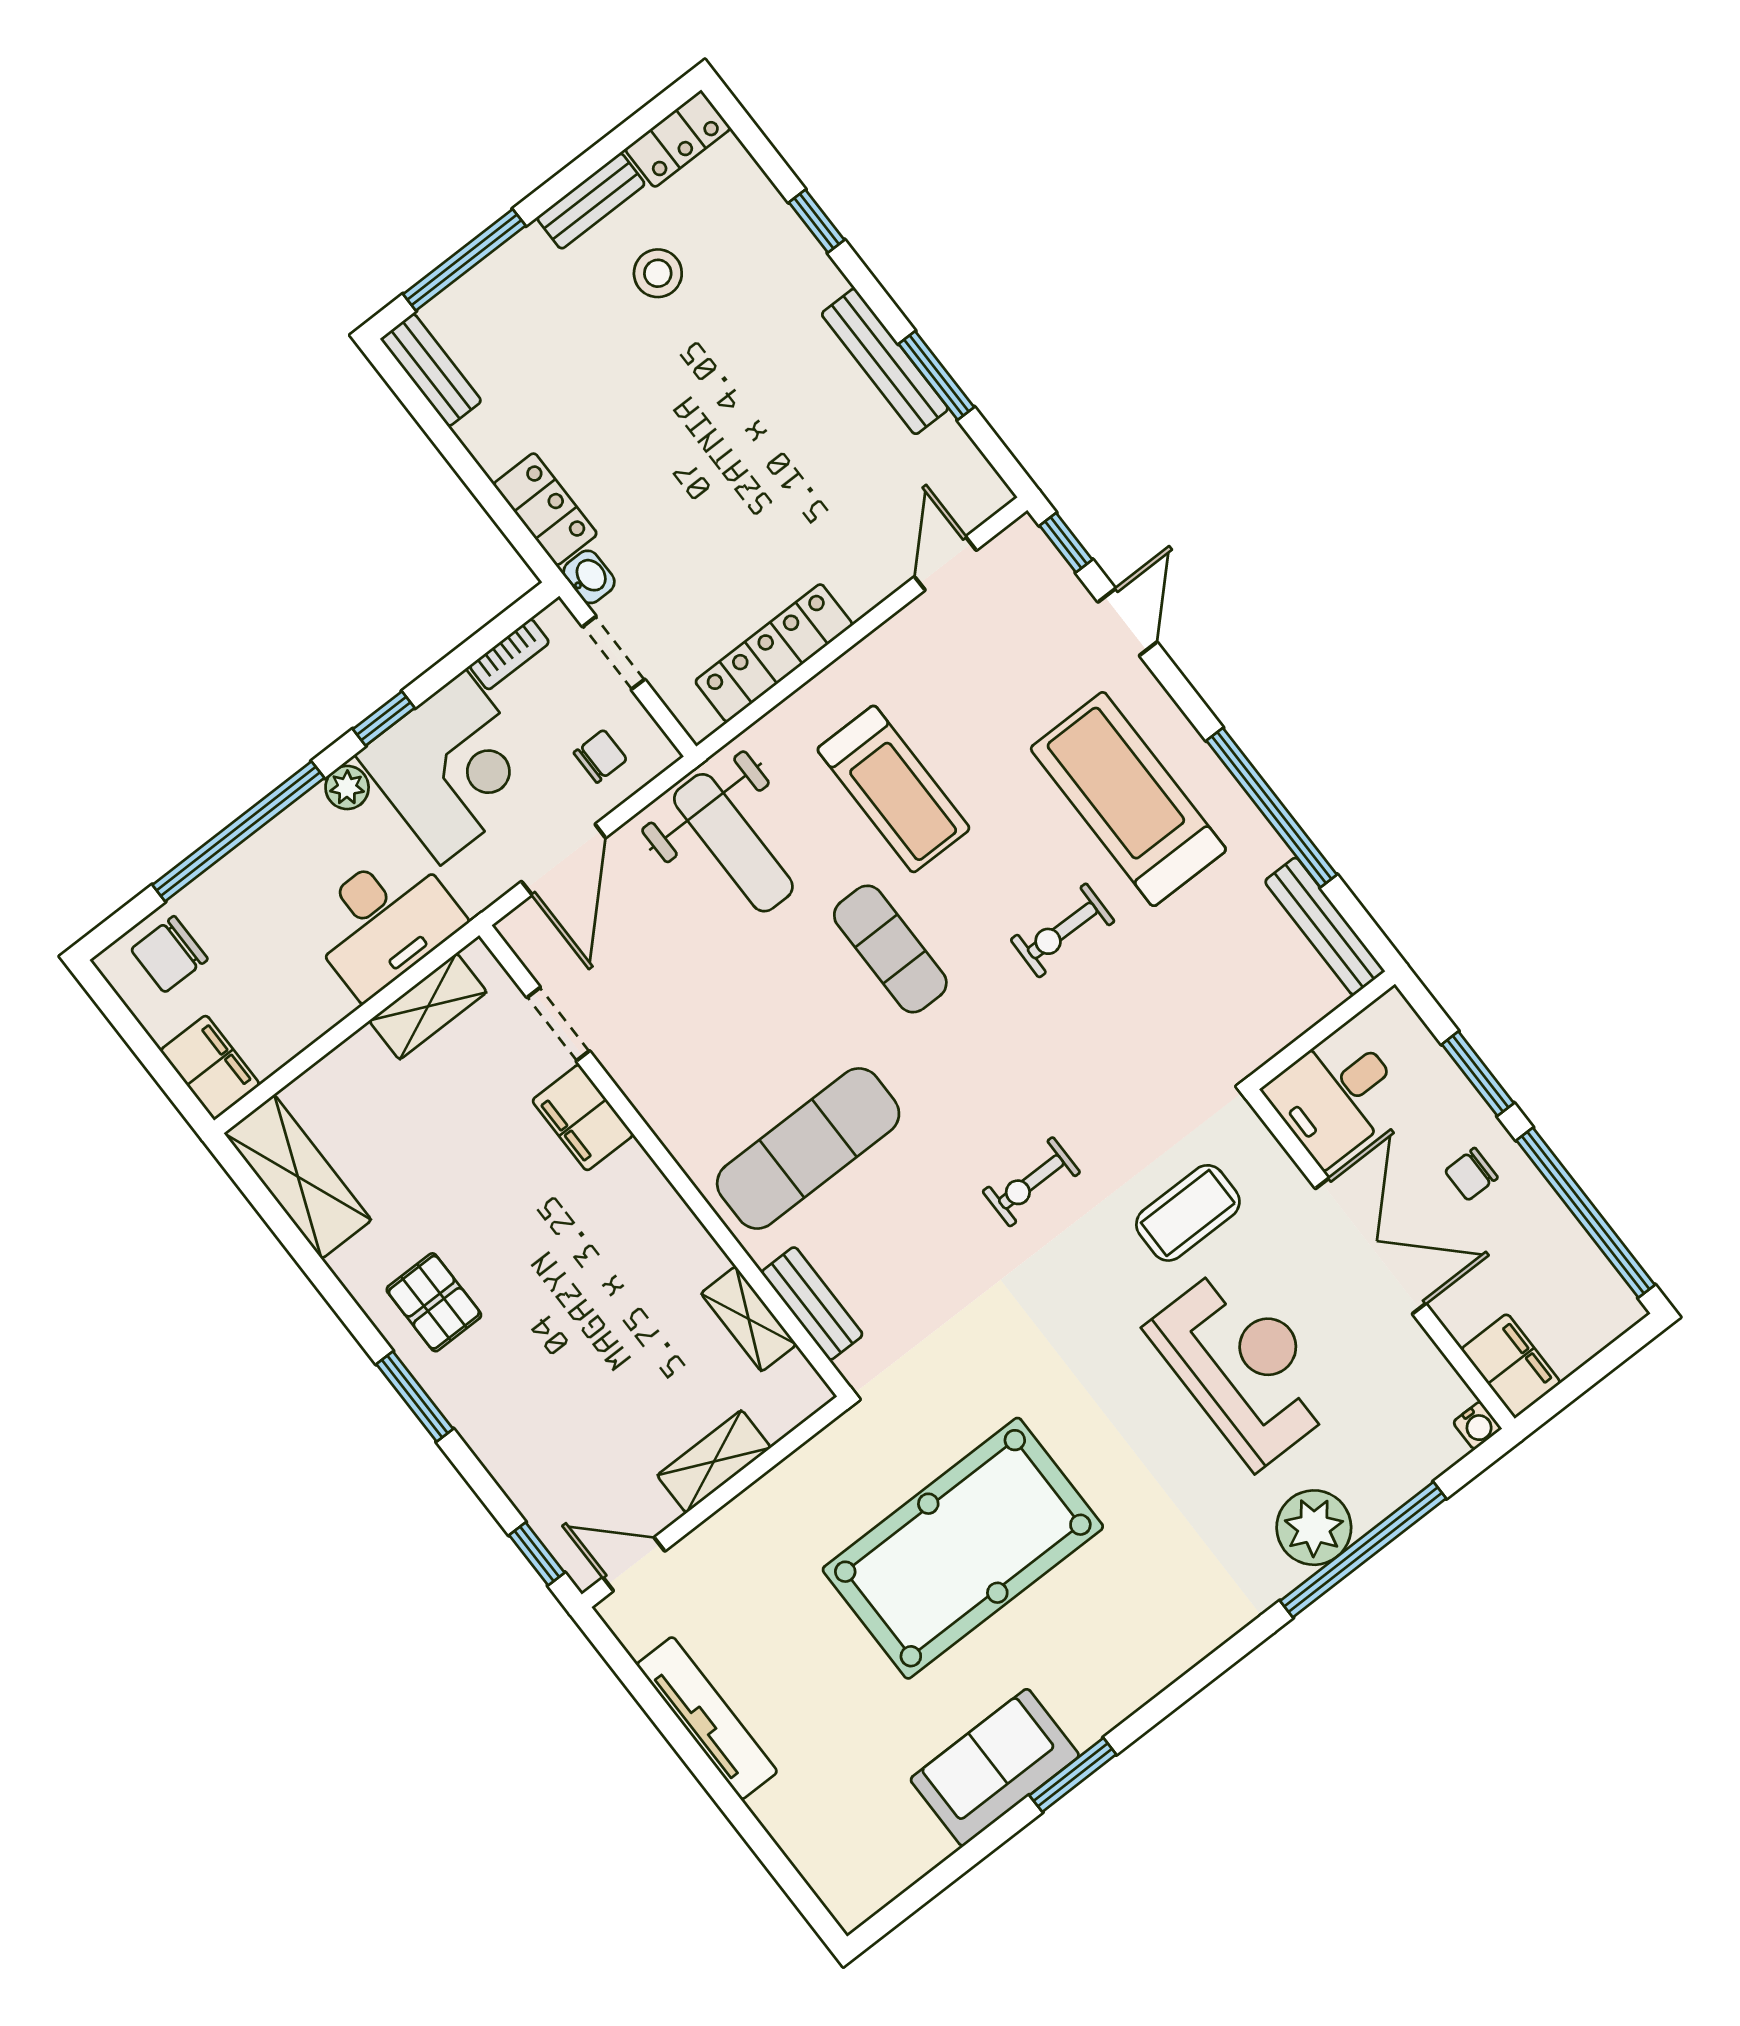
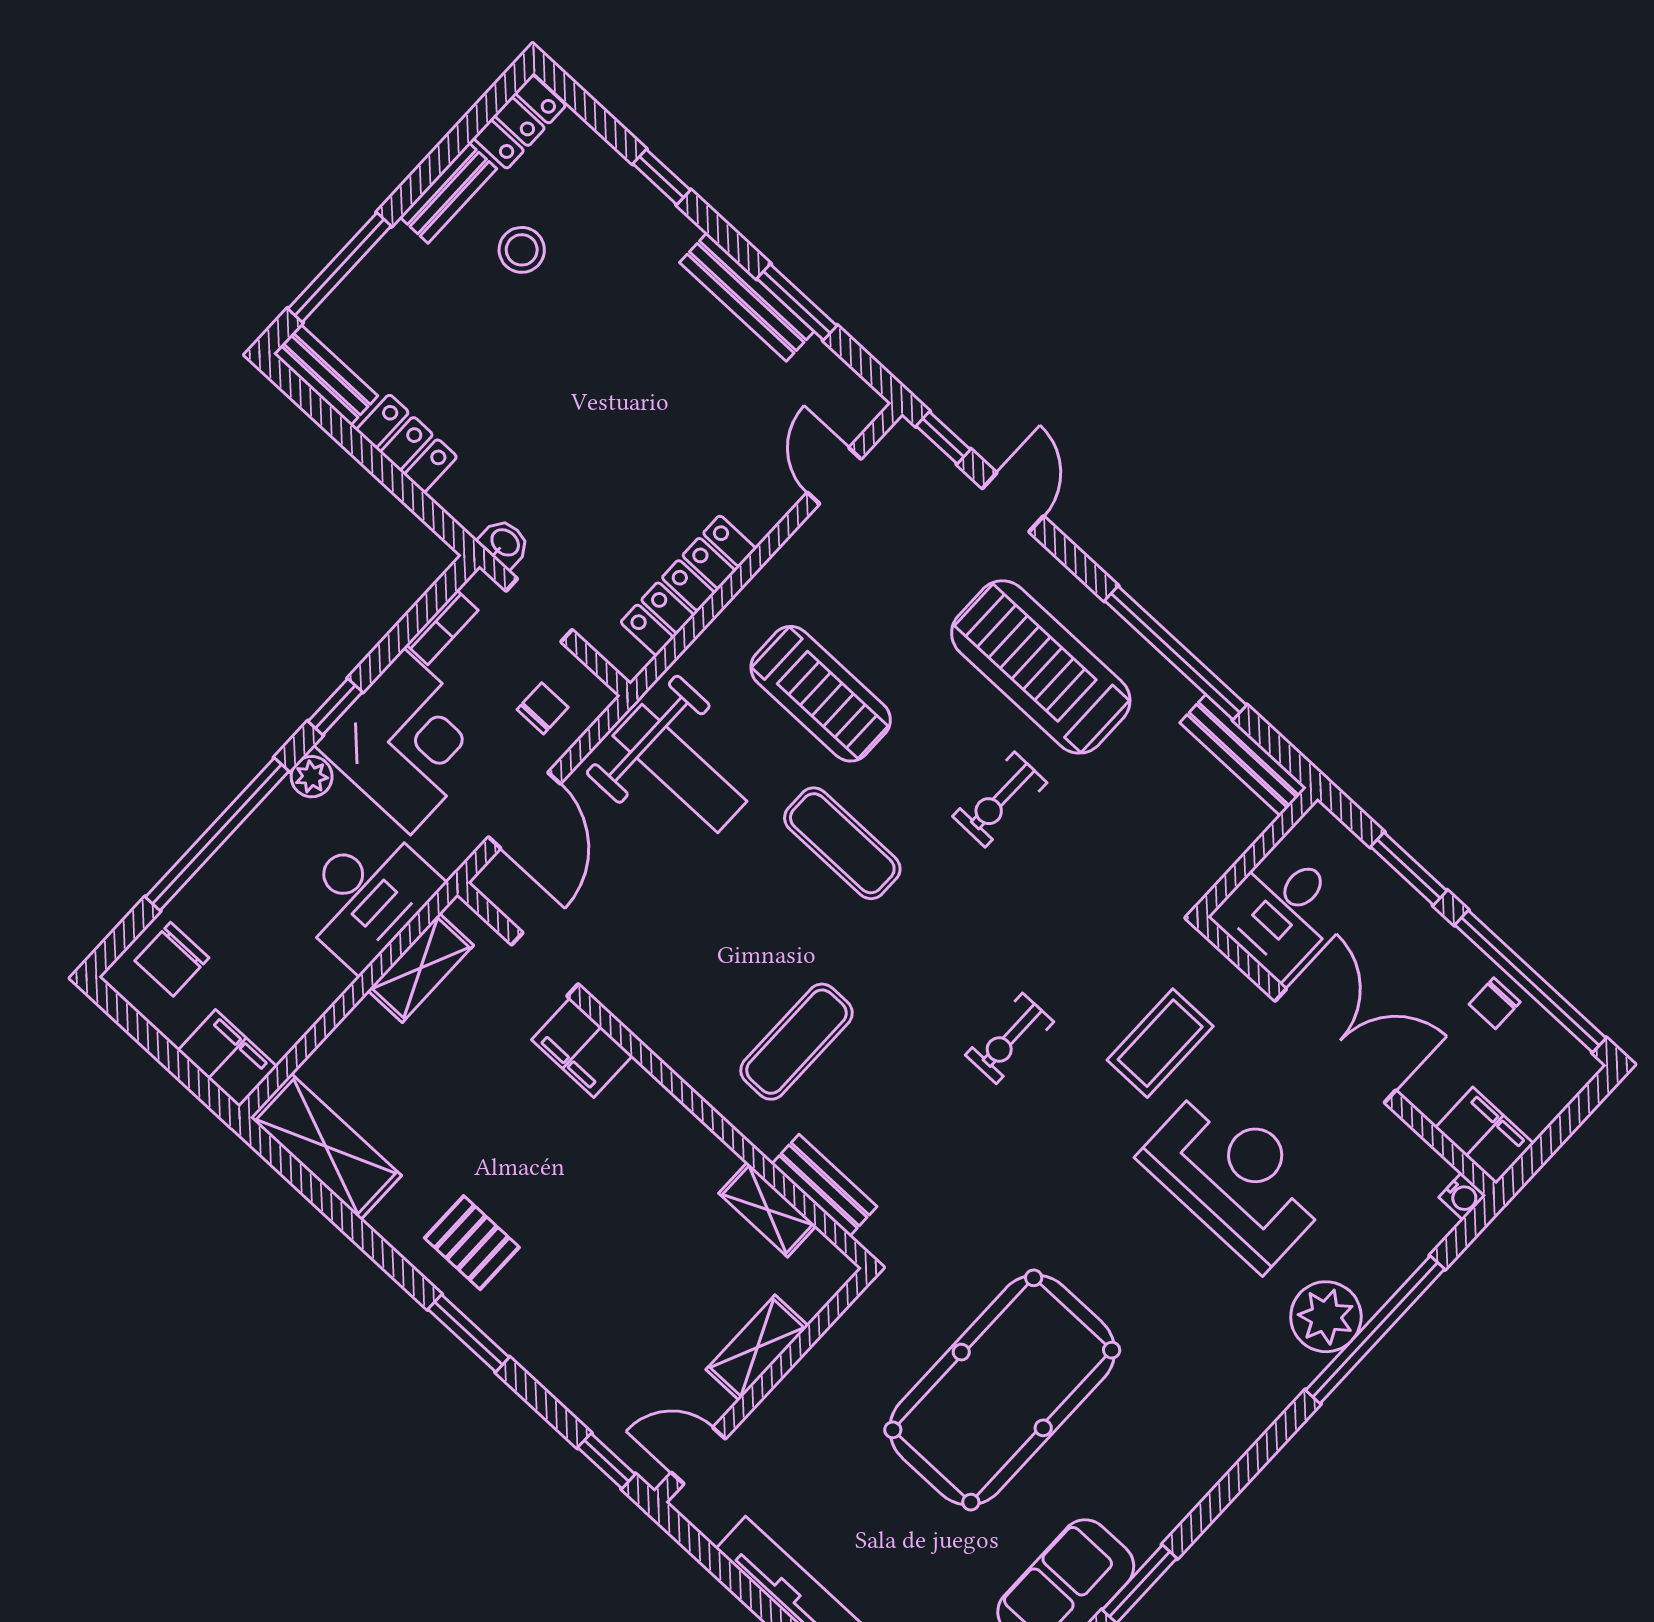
locker: (545, 509) -> (406, 443), moved
exercise mat: (808, 1148) -> (797, 1042), width x0.73, depth x0.69
chair: (1471, 1174) -> (1495, 1003), moved

